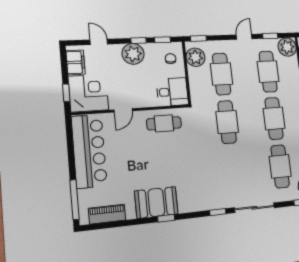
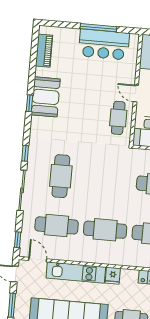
door: (123, 110) -> (136, 94), moved
cafe table: (227, 122) -> (61, 176), moved, turned 90
bar counter: (89, 151) -> (104, 44), width x0.73
window: (75, 200) -> (98, 28), moved

